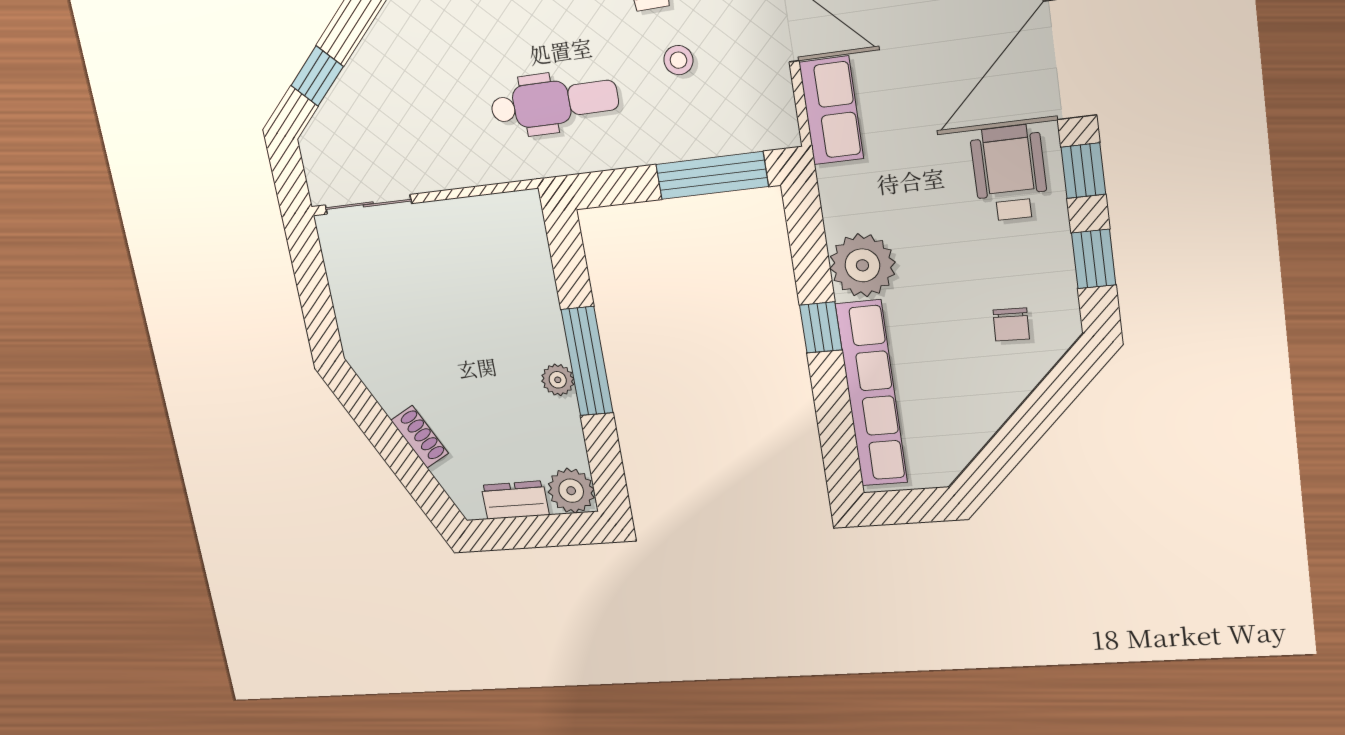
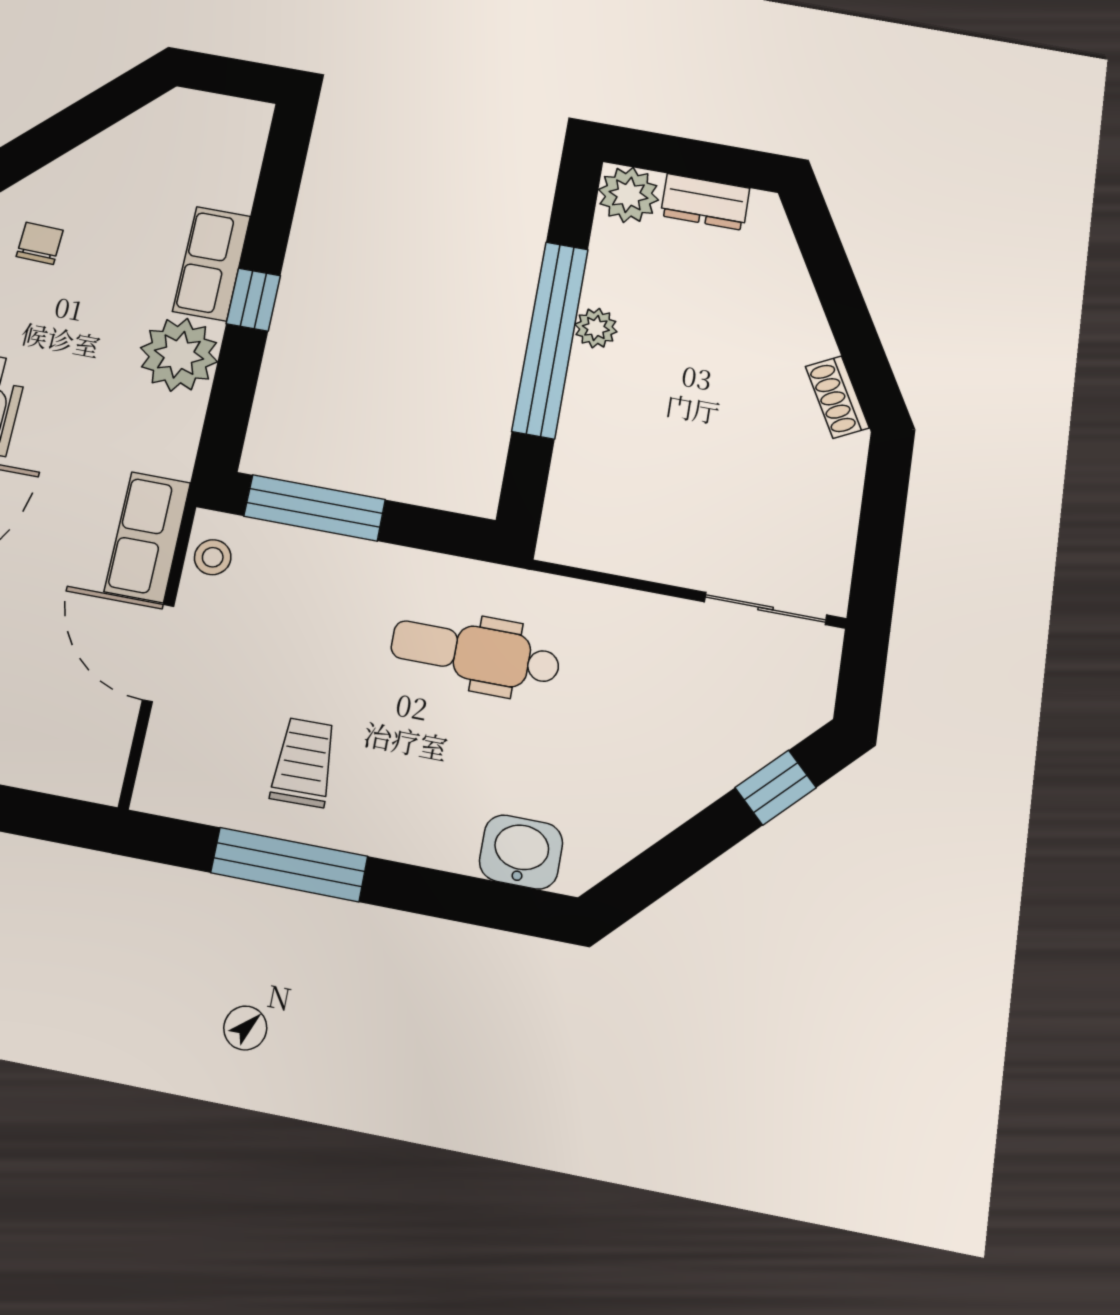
stool: (678, 60) -> (213, 557), moved
window: (587, 361) -> (550, 339), width x1.46
row of seats: (872, 394) -> (212, 264), width x0.50
shoe rack: (420, 437) -> (837, 397), moved

